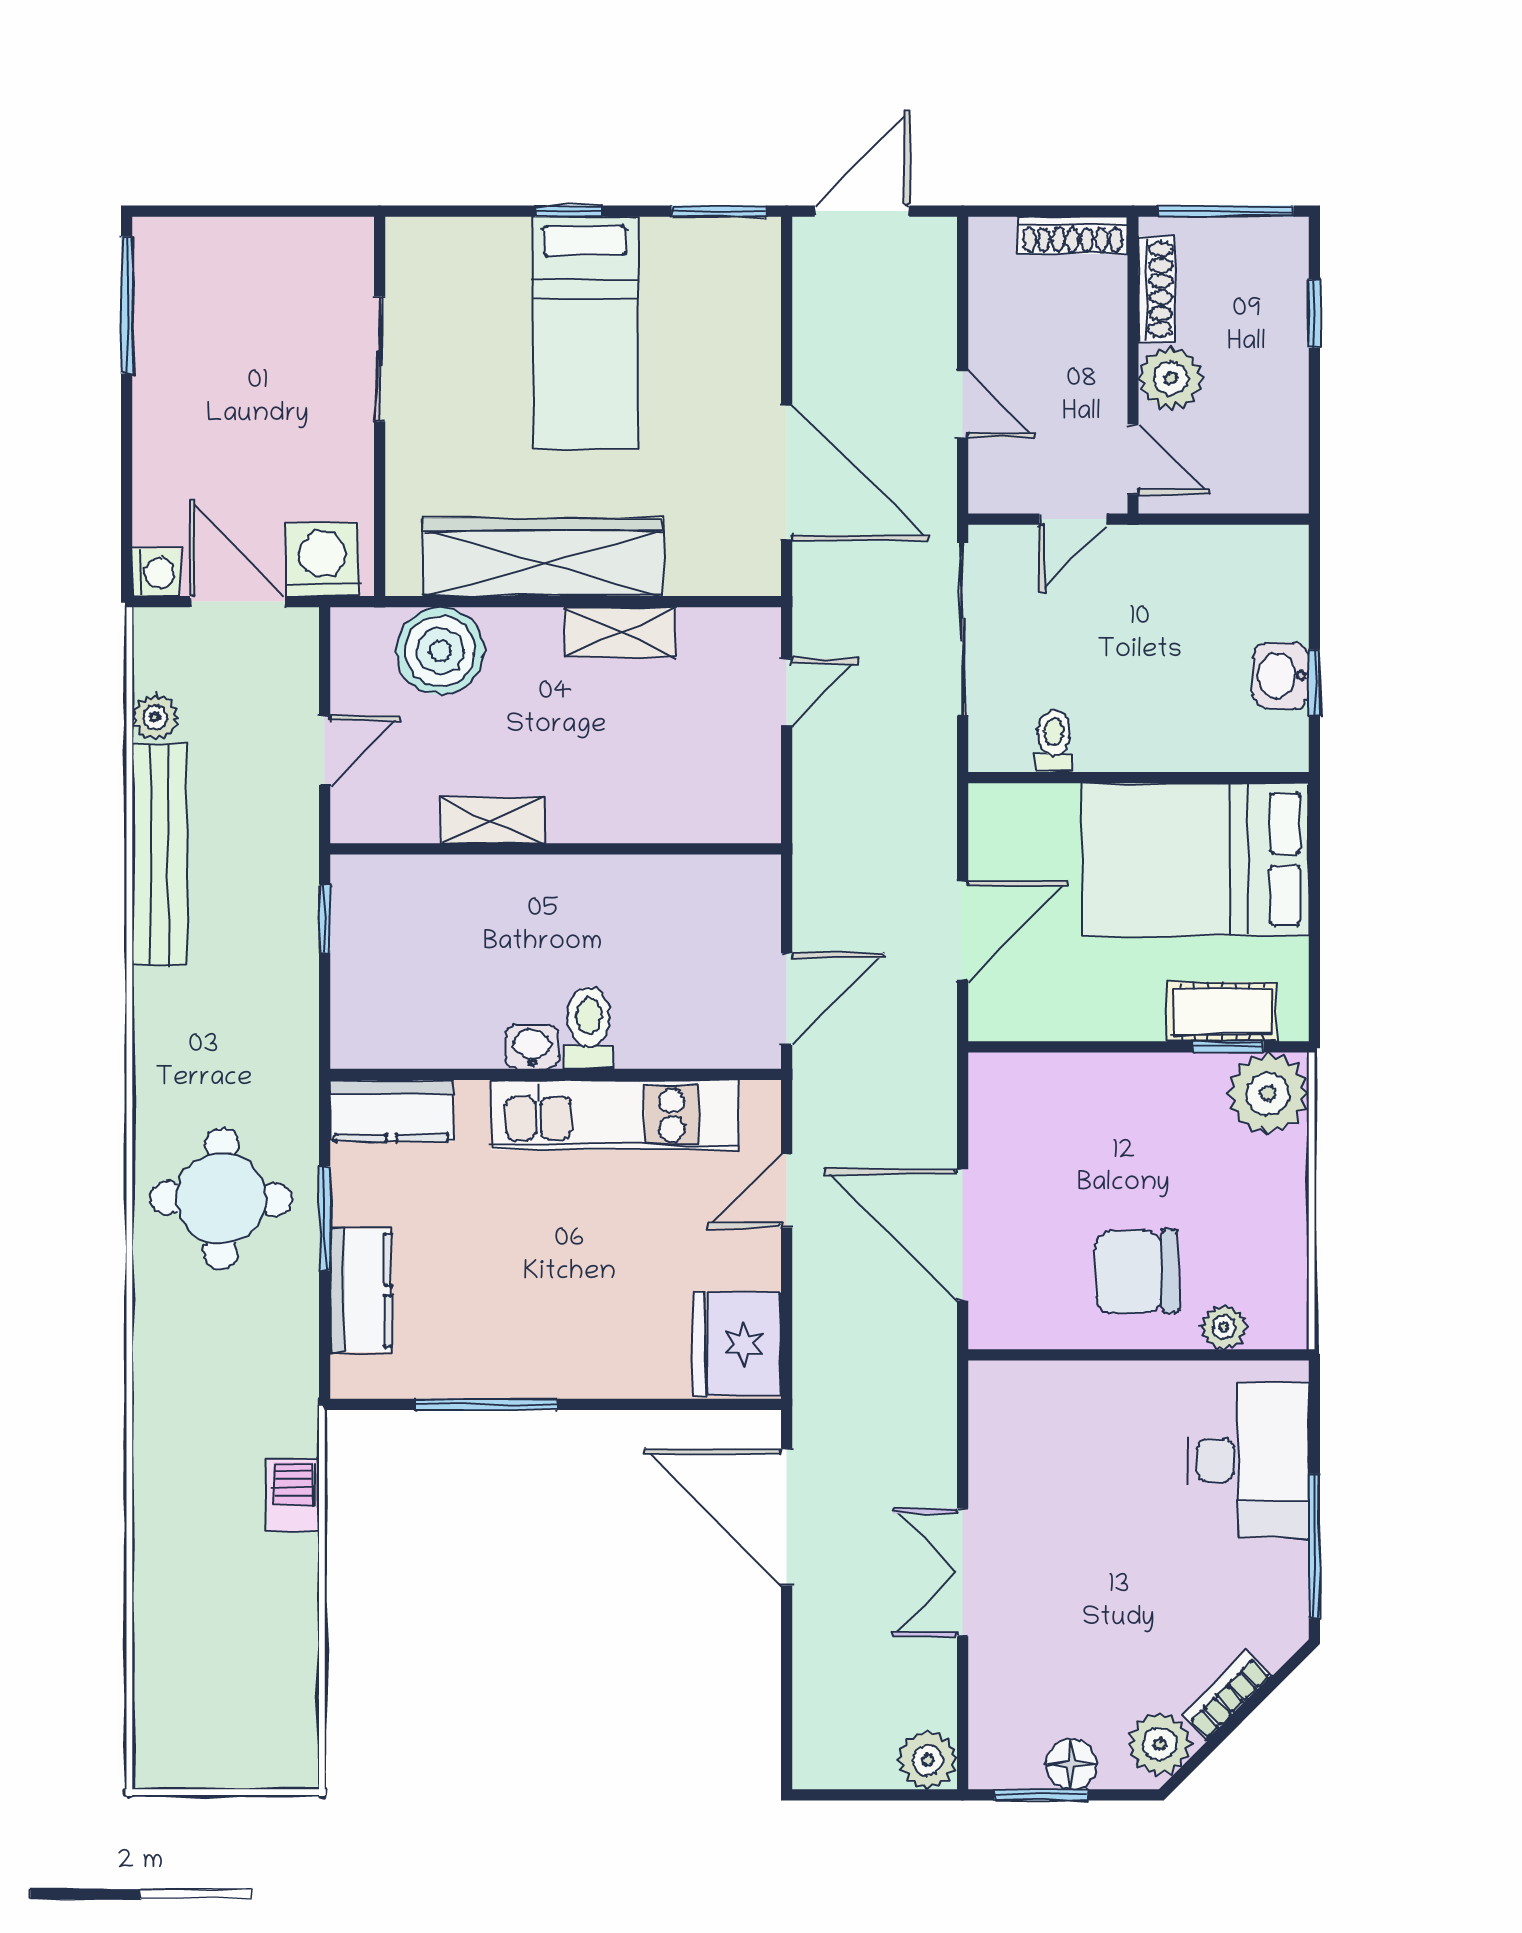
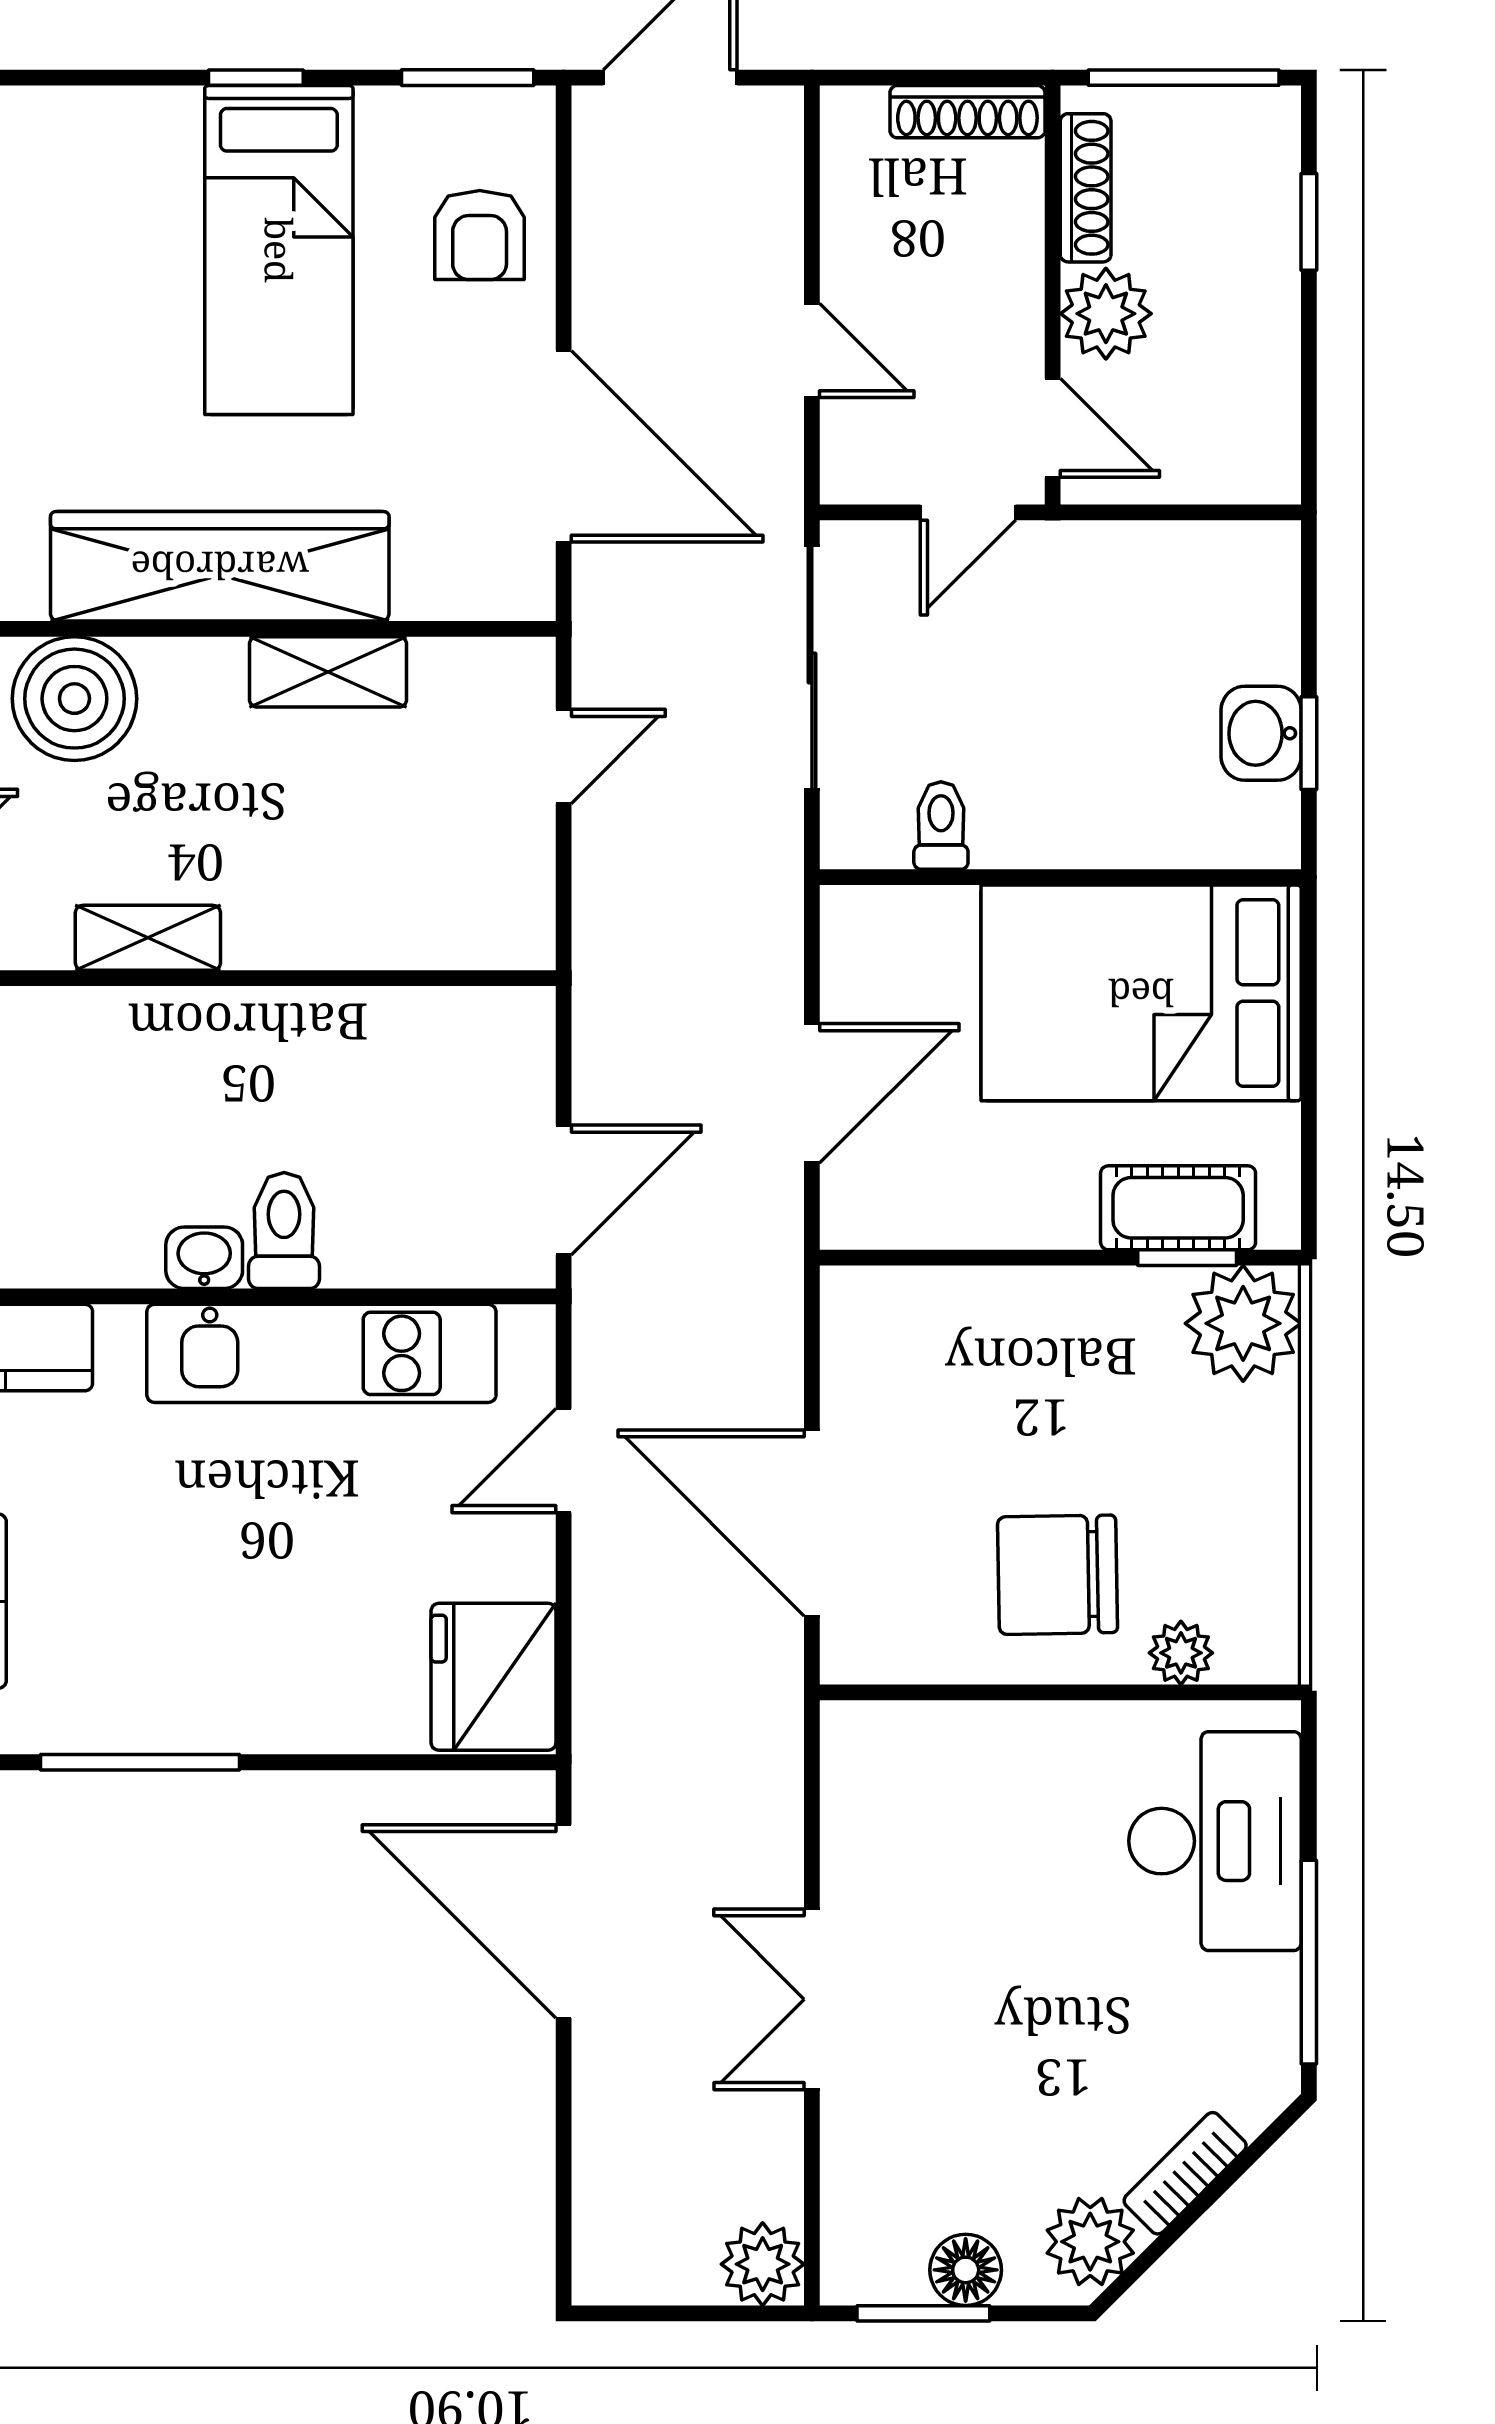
armchair: (727, 323) -> (480, 235), added

